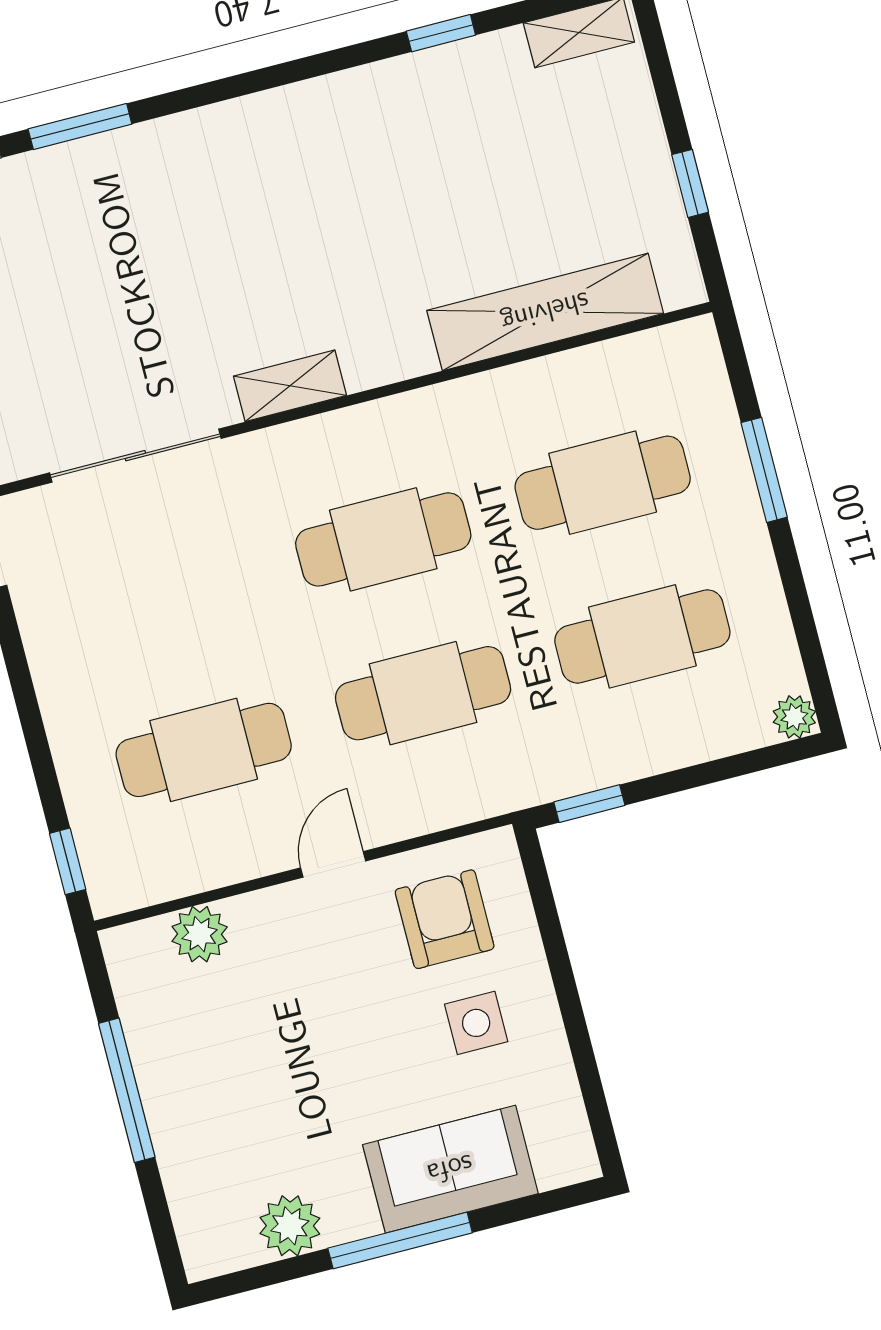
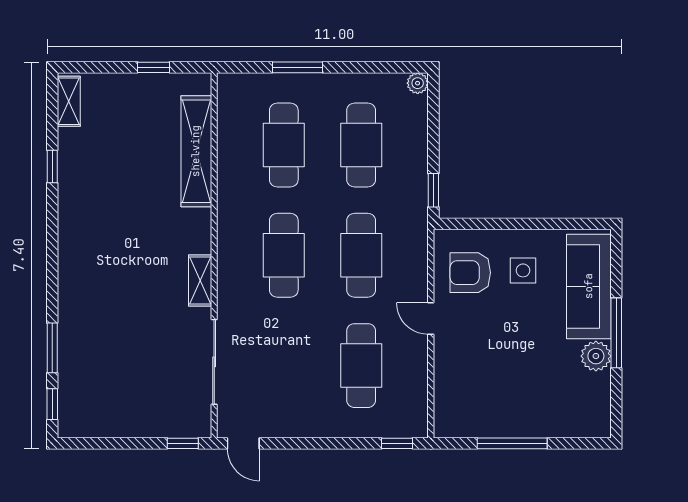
plant: (200, 934) -> (447, 390), removed
sofa: (450, 1169) -> (589, 286), width x1.36
plant: (290, 1226) -> (596, 356), moved

